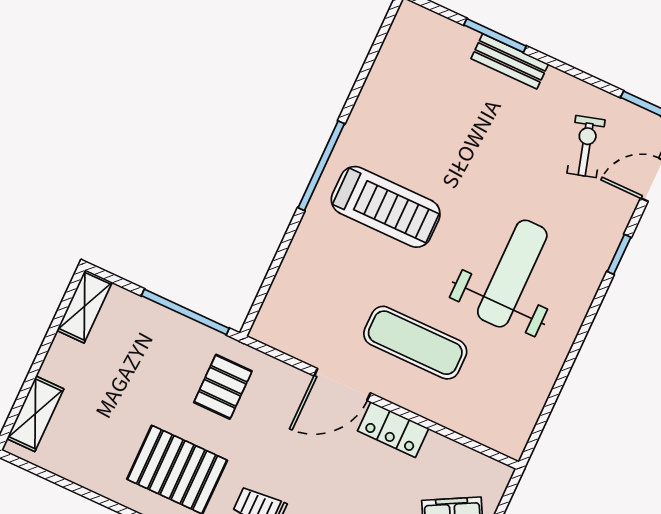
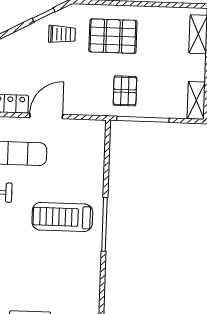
pallet: (223, 387) -> (125, 91), moved

